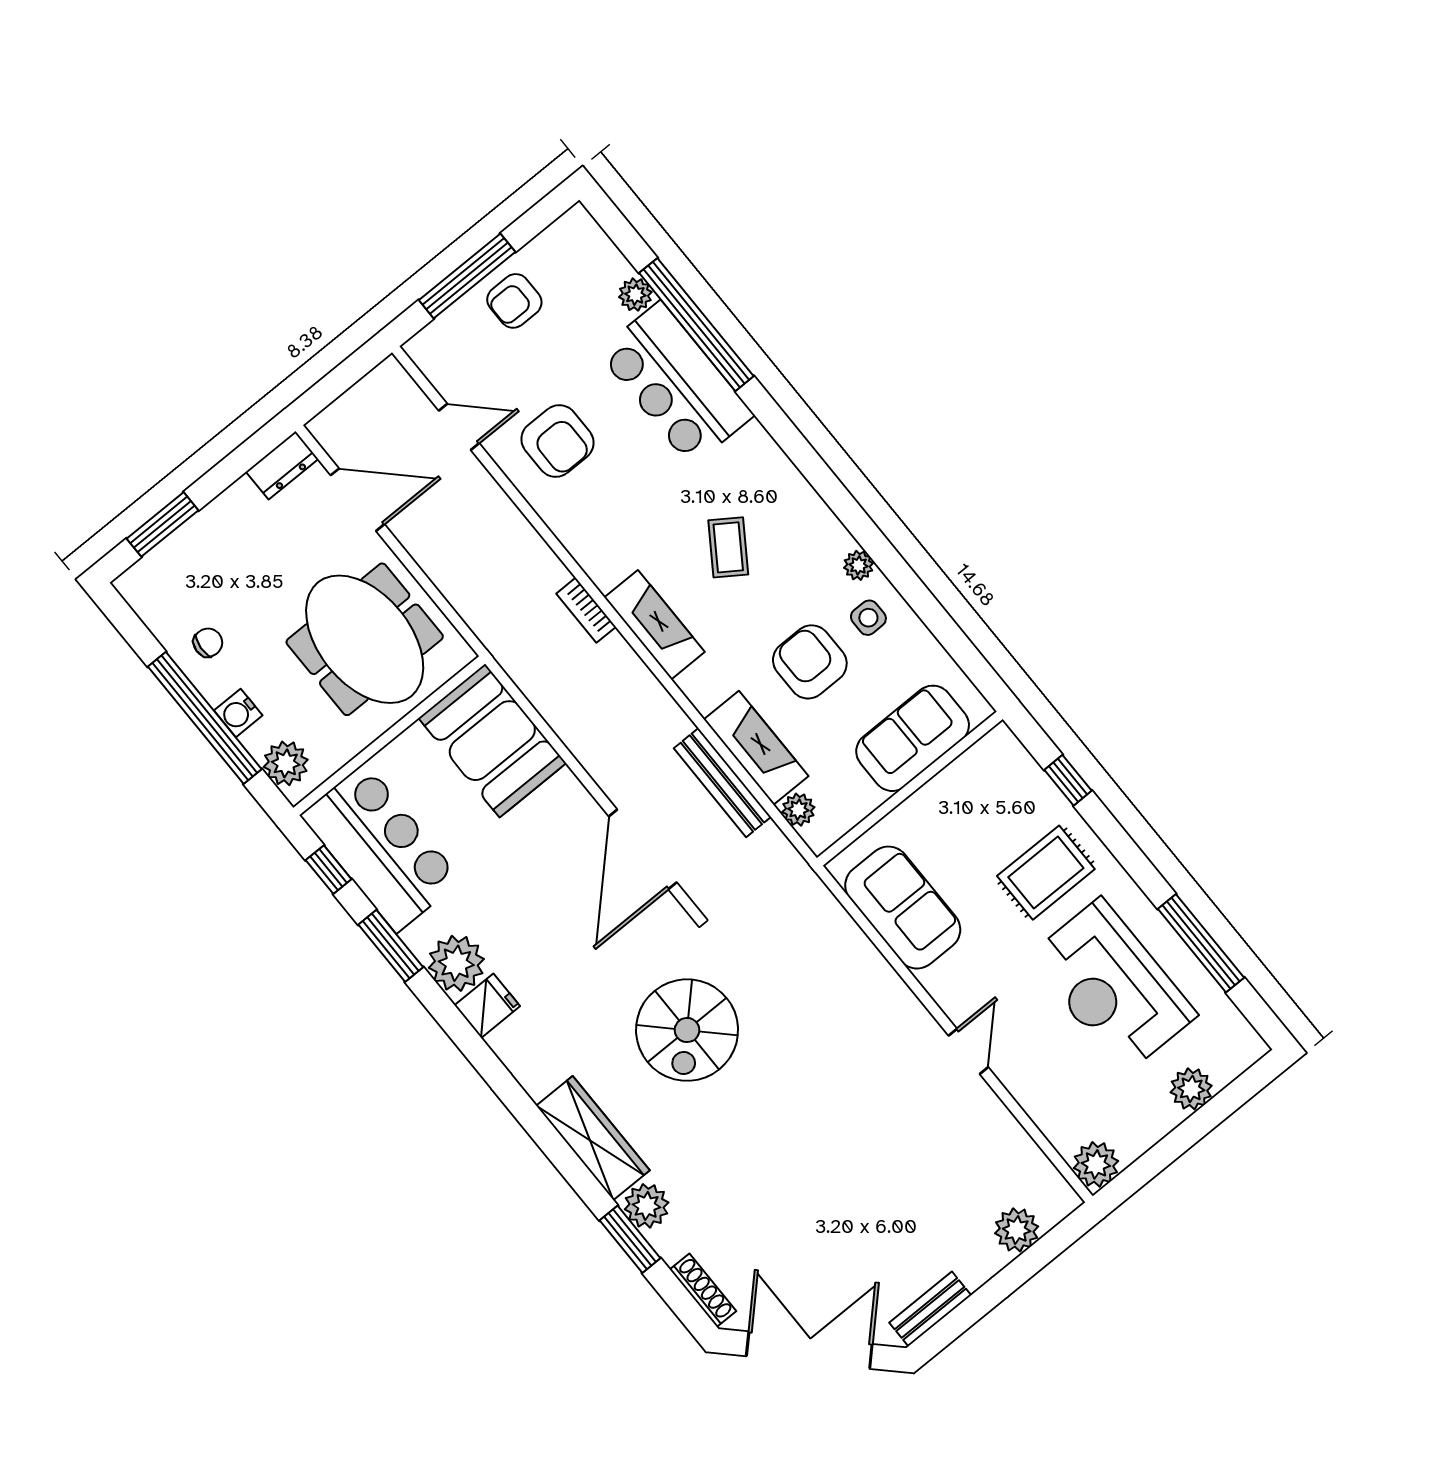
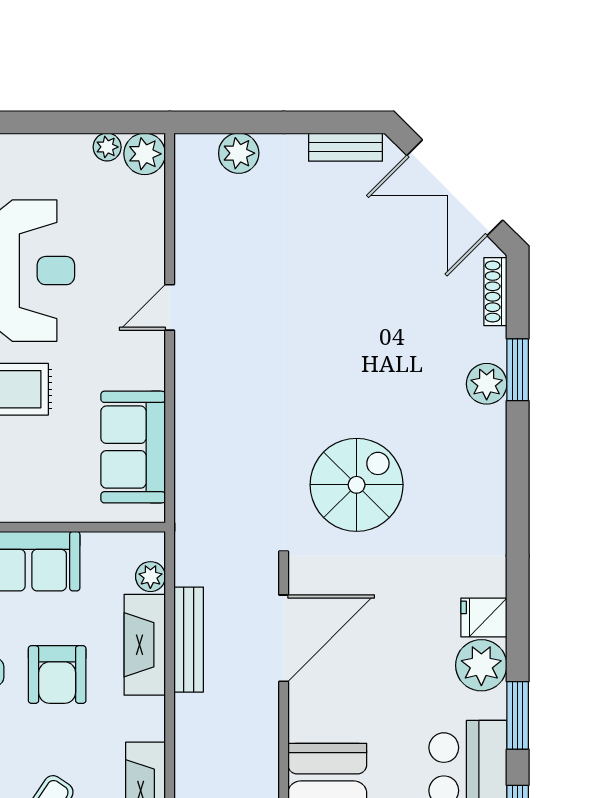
plant: (1191, 1089) -> (107, 147), moved, width x0.73, depth x0.73
wardrobe: (593, 1138) -> (485, 463), removed

